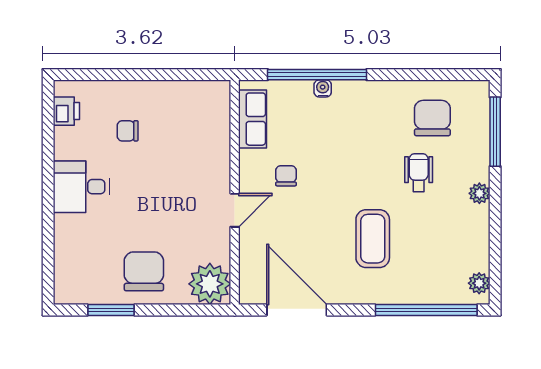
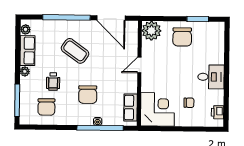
corner desk: (195, 116) -> (158, 109), added
chair: (286, 176) -> (88, 95), moved, width x1.87, depth x1.87
row of seats: (474, 238) -> (27, 51), added
coffee table: (373, 239) -> (75, 51), turned -54
window: (426, 310) -> (66, 17), moved

